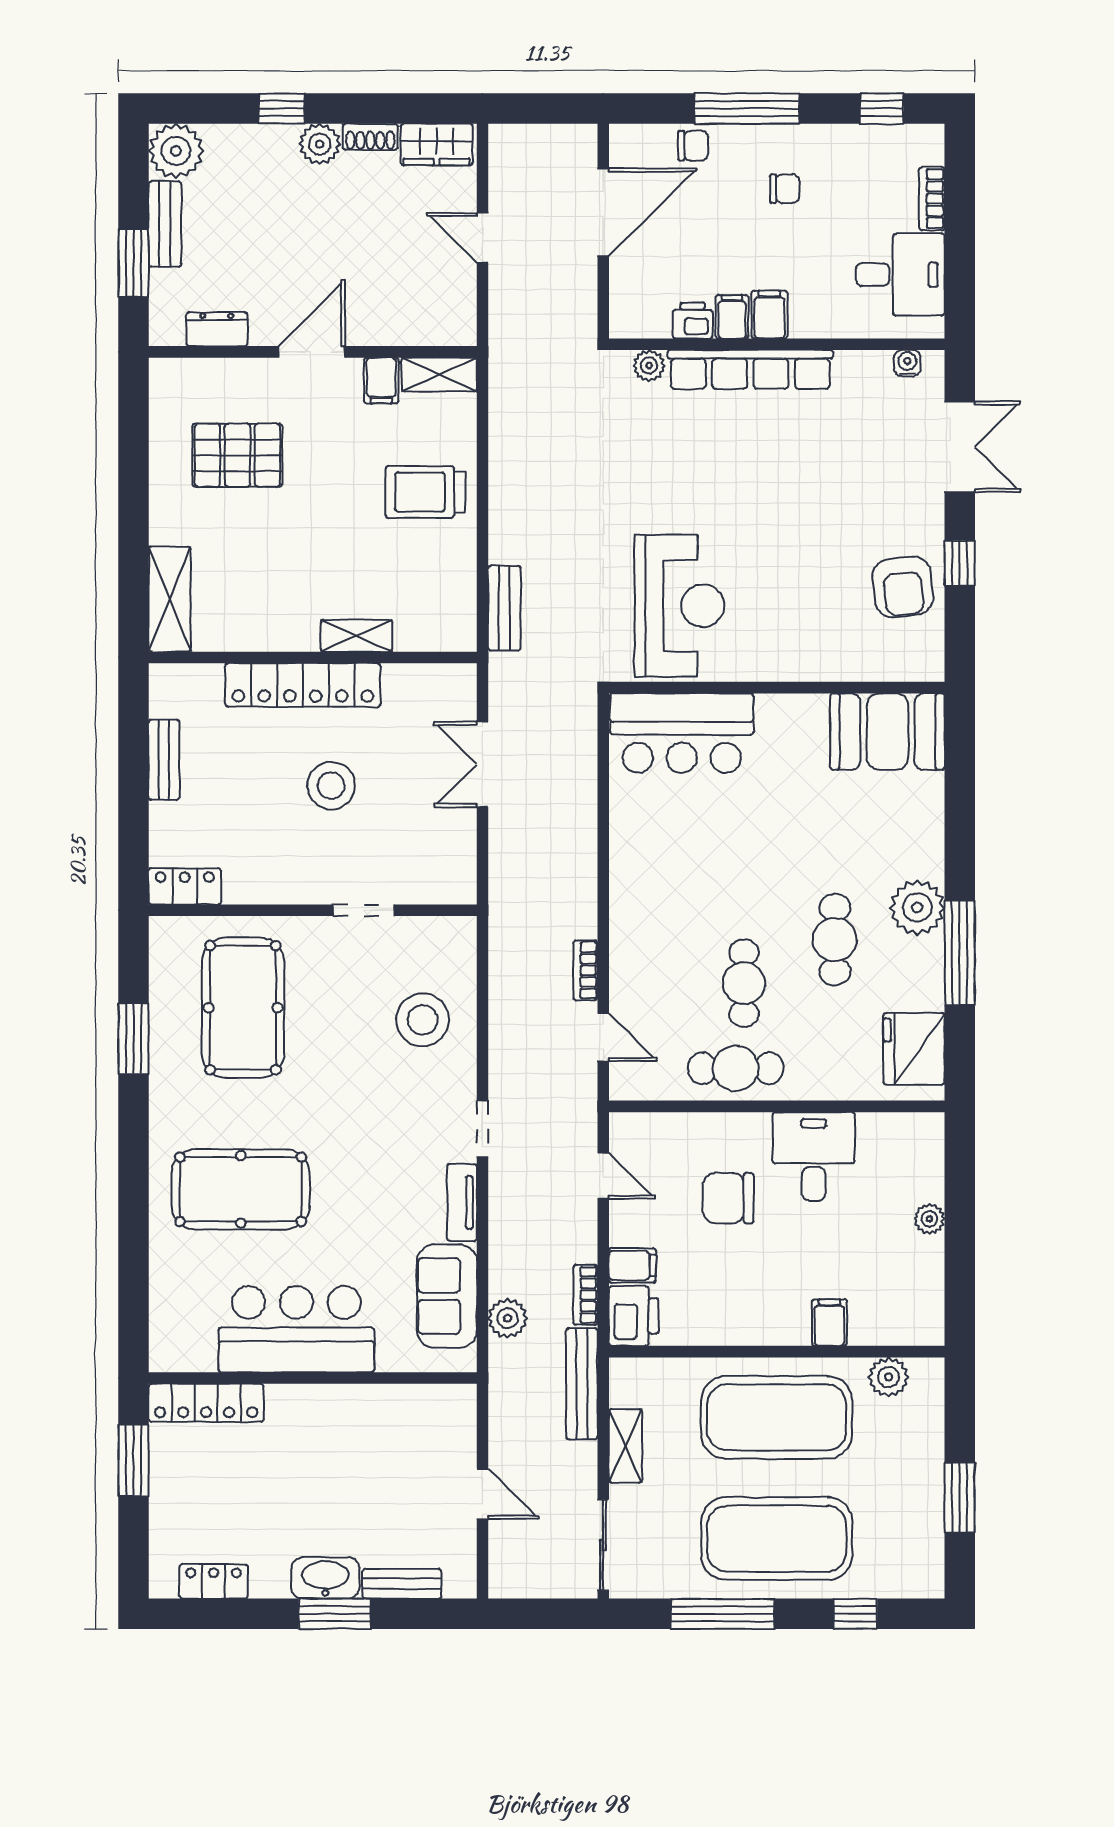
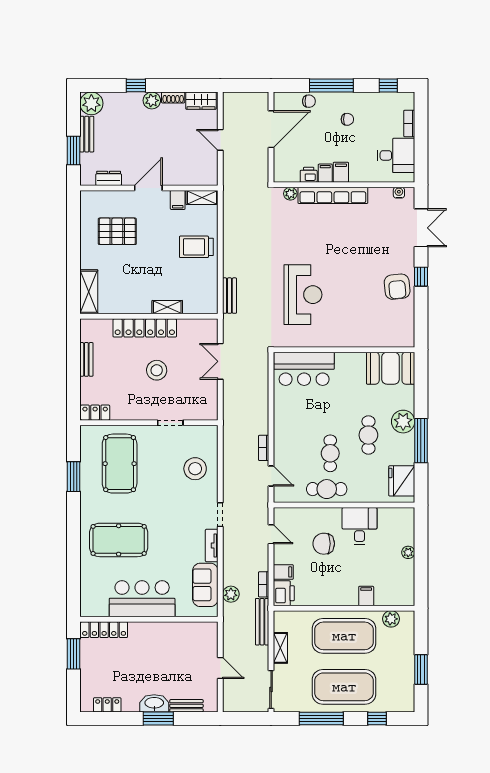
wall: (777, 688) -> (344, 350), moved
booth: (887, 732) -> (391, 368), moved
bar counter: (682, 733) -> (304, 369), moved

